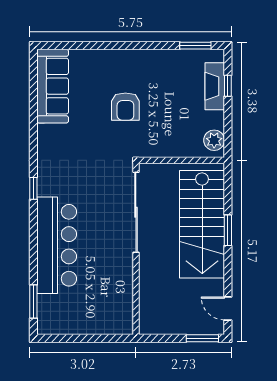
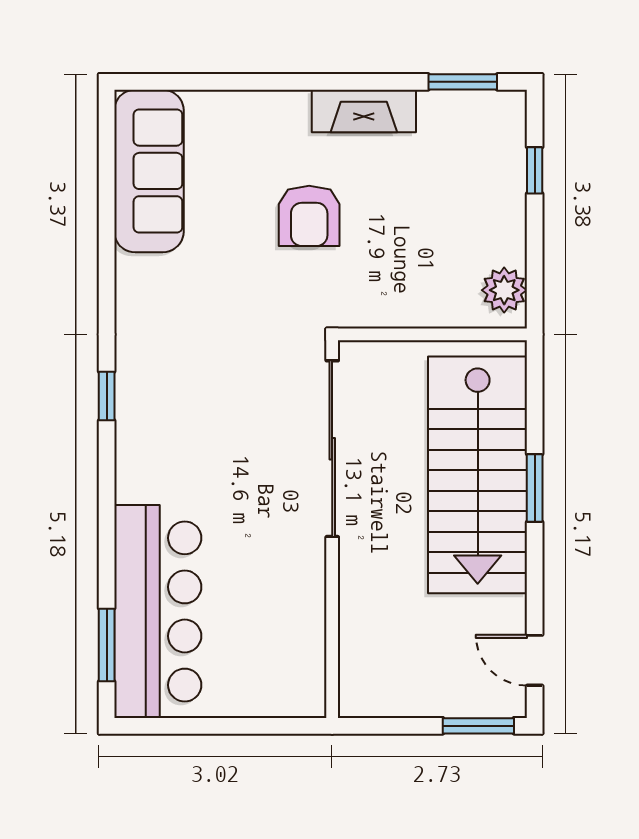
fireplace: (215, 86) -> (364, 111), moved, turned -90
bar counter: (57, 245) -> (158, 611), moved

